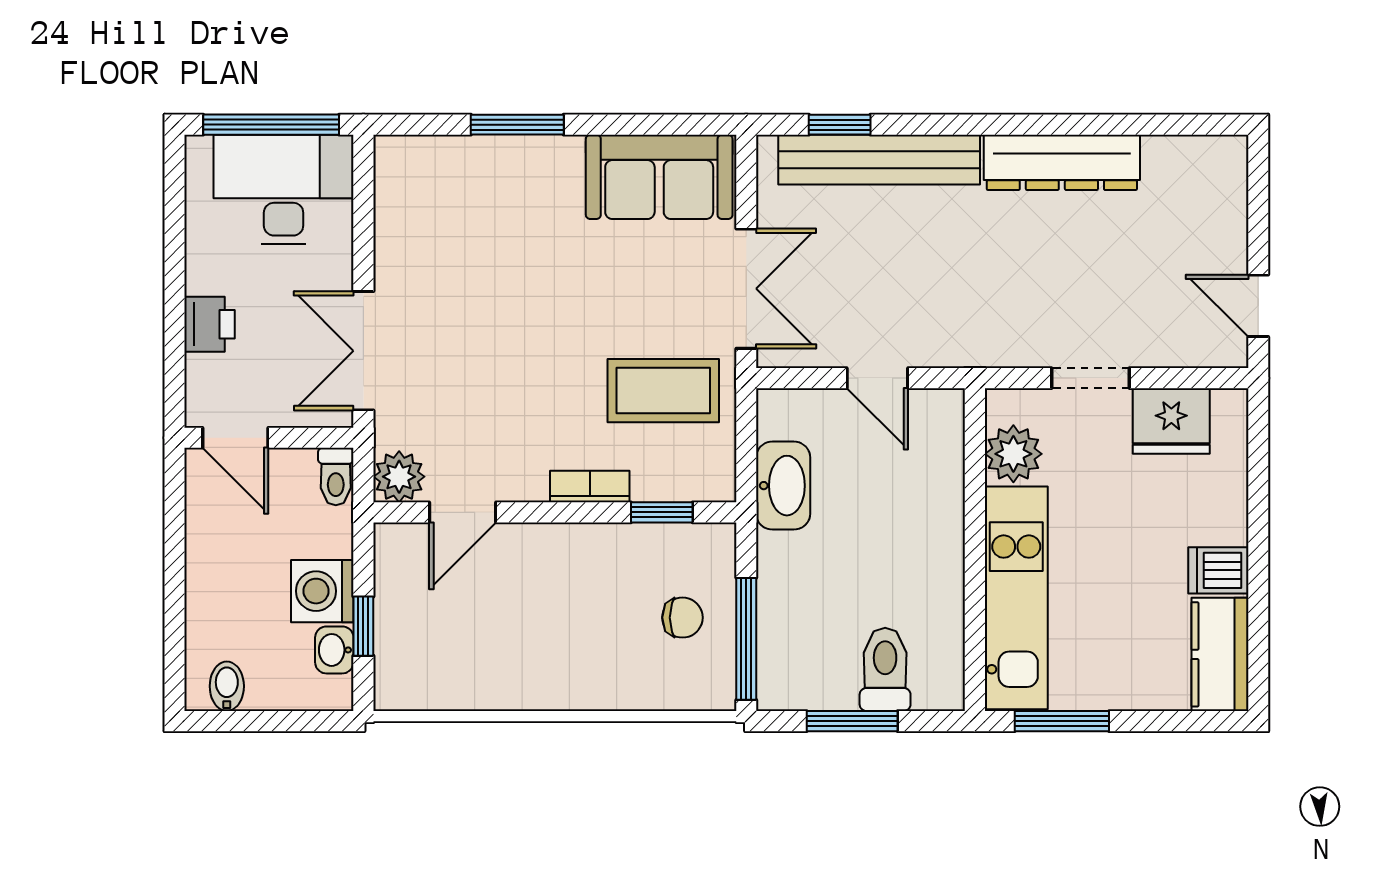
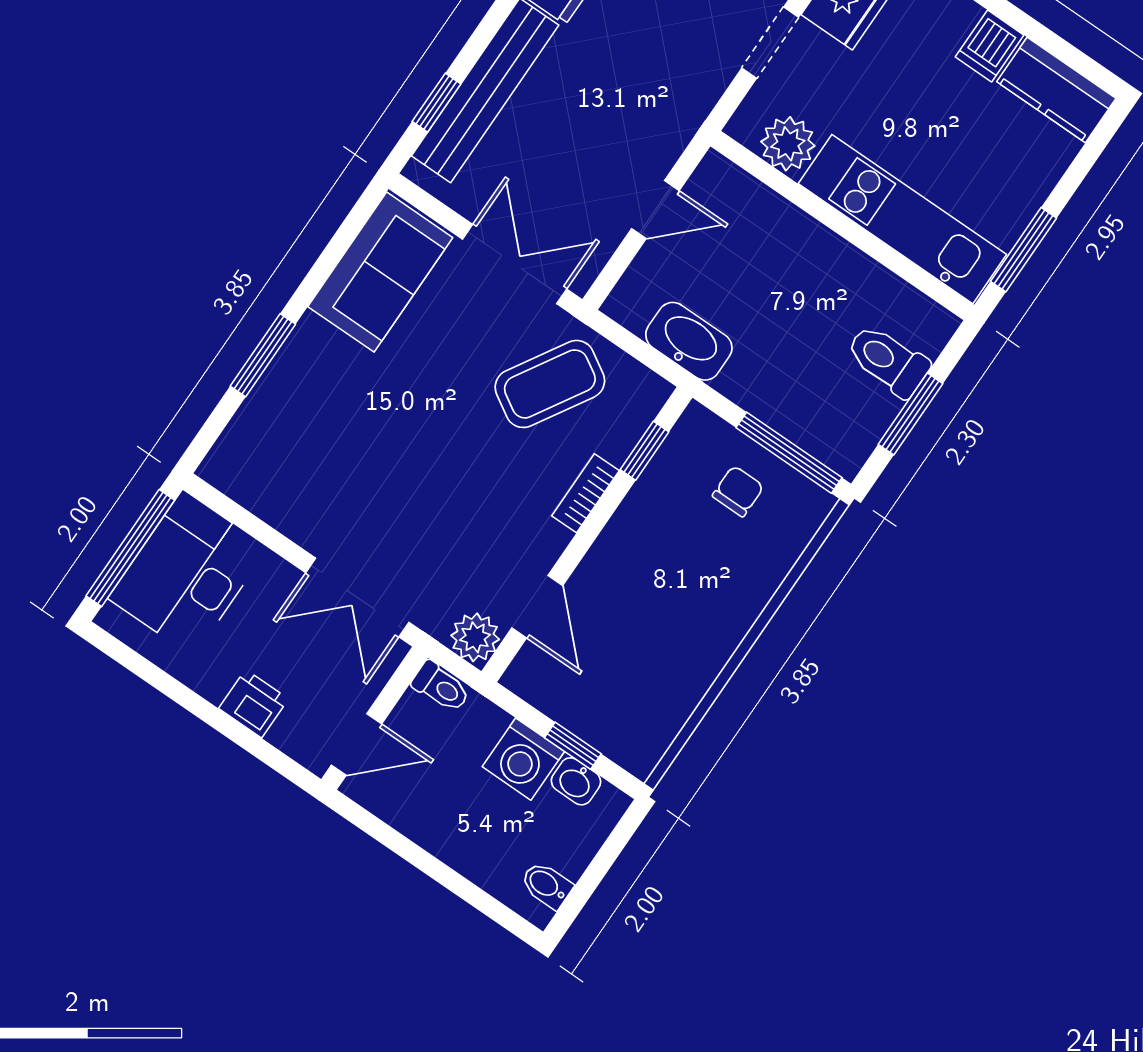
coffee table: (663, 391) -> (550, 384), turned 31

